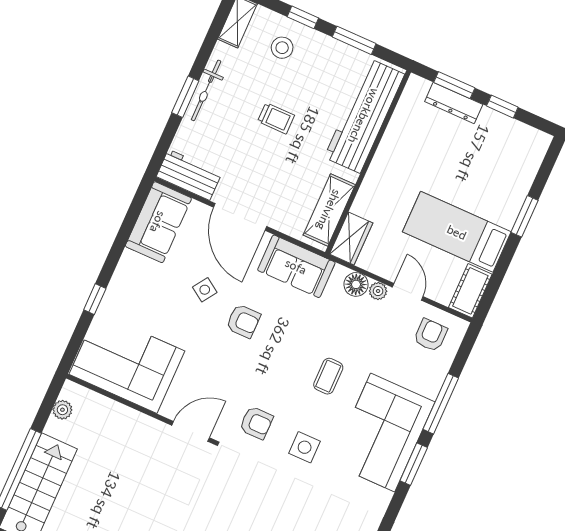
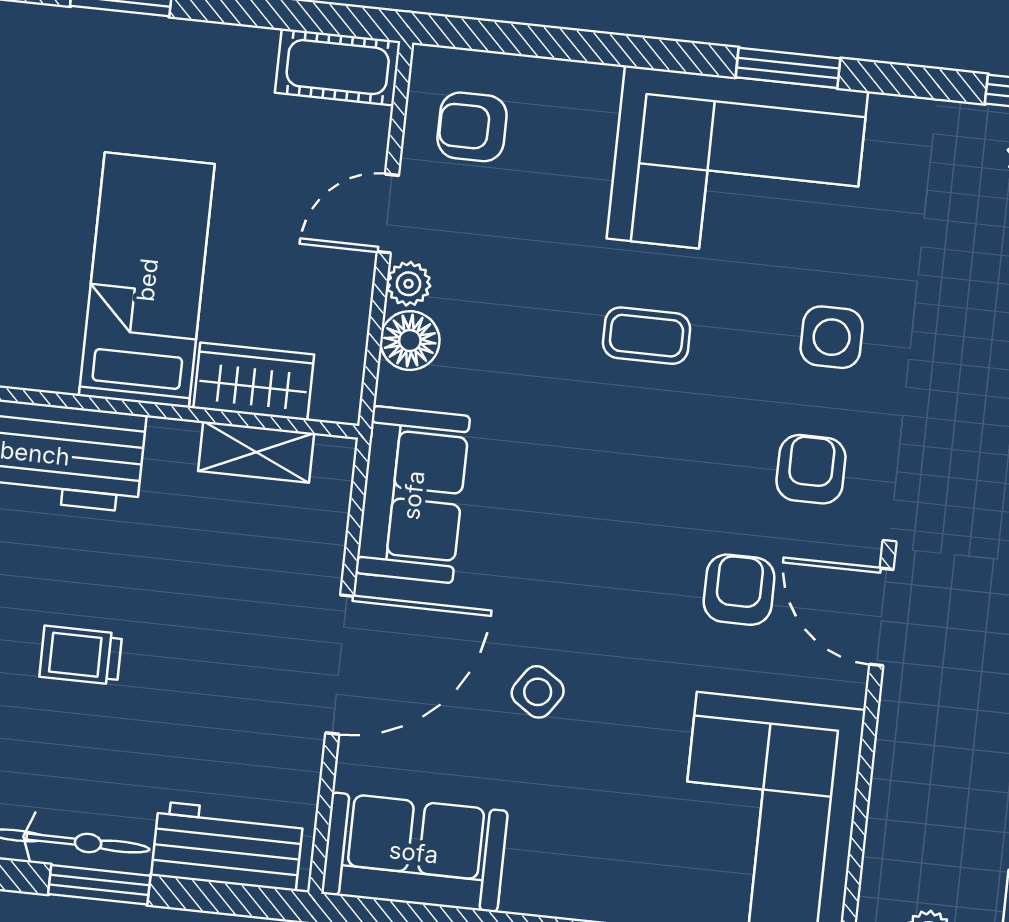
trolley: (276, 118) -> (81, 655), turned -90
workbench: (189, 175) -> (227, 846), moved, turned 90
shelving: (329, 210) -> (256, 452), width x0.67, depth x0.75
bed: (457, 232) -> (147, 280), moved, turned 180
wardrobe: (351, 239) -> (254, 381), moved
armchair: (243, 321) -> (739, 590), moved
window: (441, 404) -> (625, 50), removed

